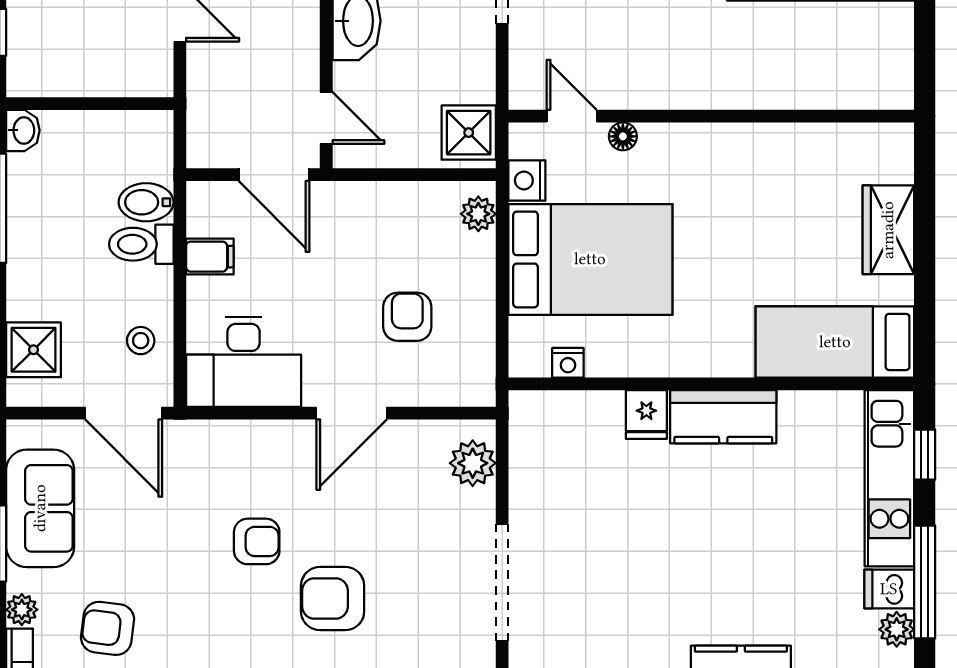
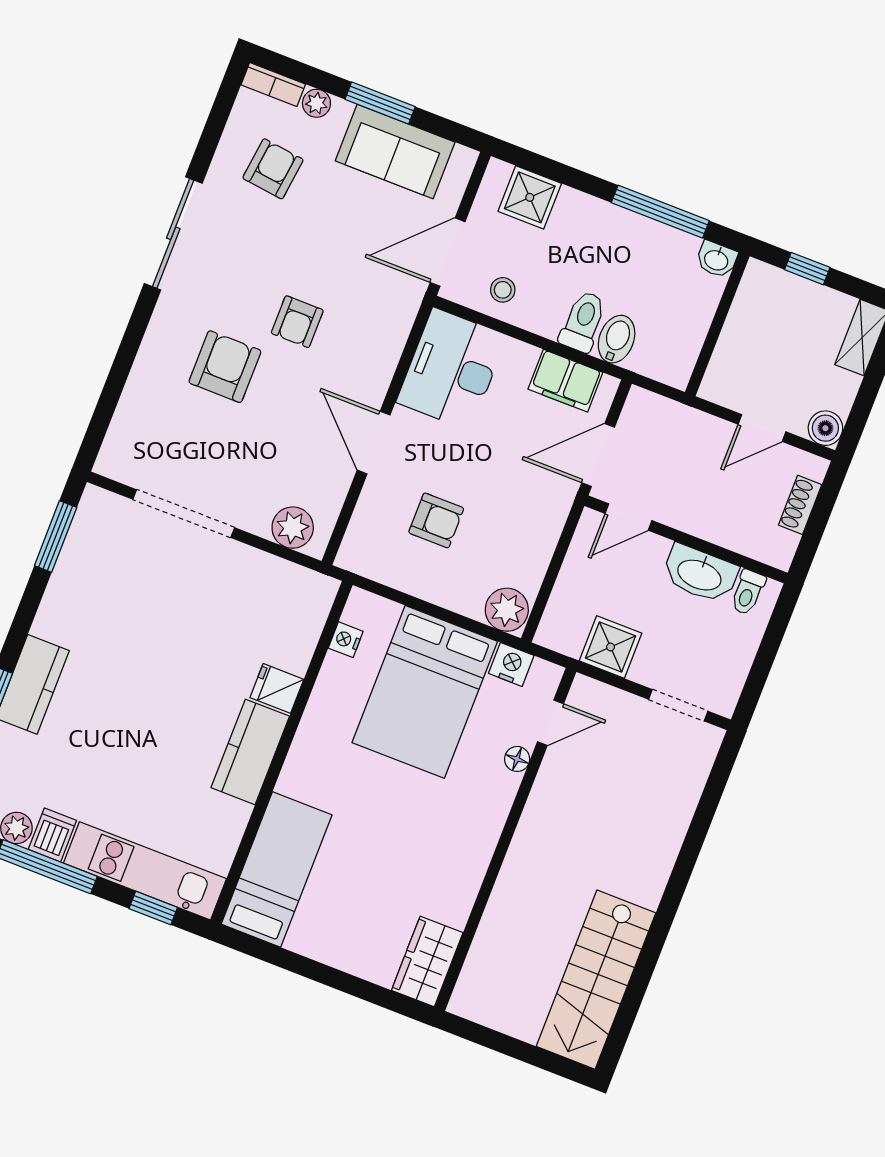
shower: (469, 133) -> (611, 647), moved
plant: (478, 214) -> (507, 610), width x1.38, depth x1.38
wardrobe: (888, 230) -> (427, 961), moved, turned -90
filing cabinet: (210, 257) -> (565, 381), width x2.00

